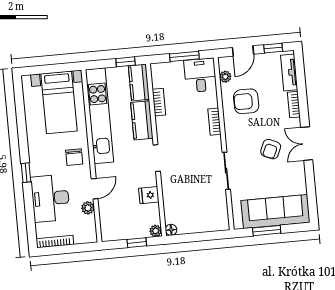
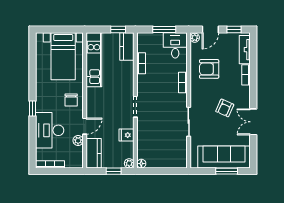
plant: (225, 77) -> (195, 38), moved
kitchen unit: (100, 116) -> (94, 60), width x0.73
kitchen counter: (142, 120) -> (94, 153), moved, turned 180
double door: (307, 144) -> (253, 122), moved
window: (267, 231) -> (227, 171), moved

